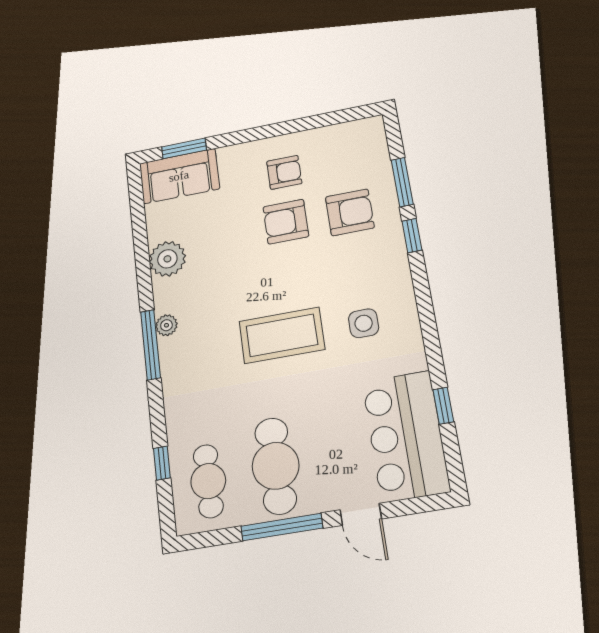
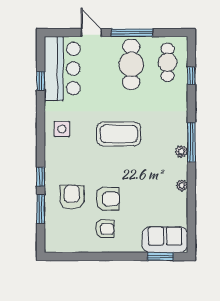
armchair: (284, 172) -> (105, 229), turned 180
armchair: (350, 212) -> (72, 197), turned 90
plant: (167, 259) -> (182, 185), width x0.53, depth x0.53
side table: (364, 323) -> (62, 129), moved

